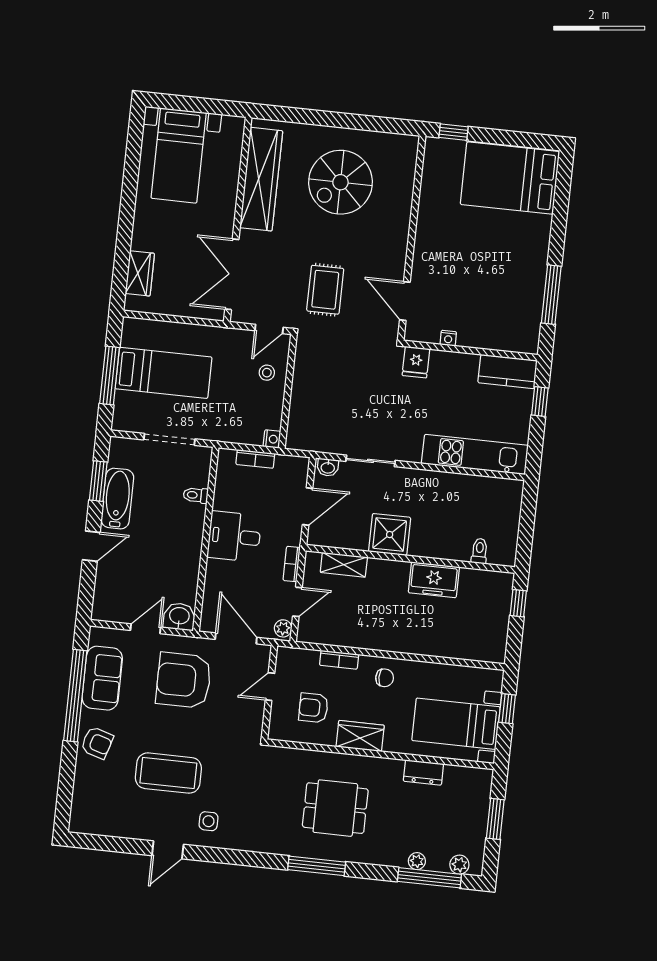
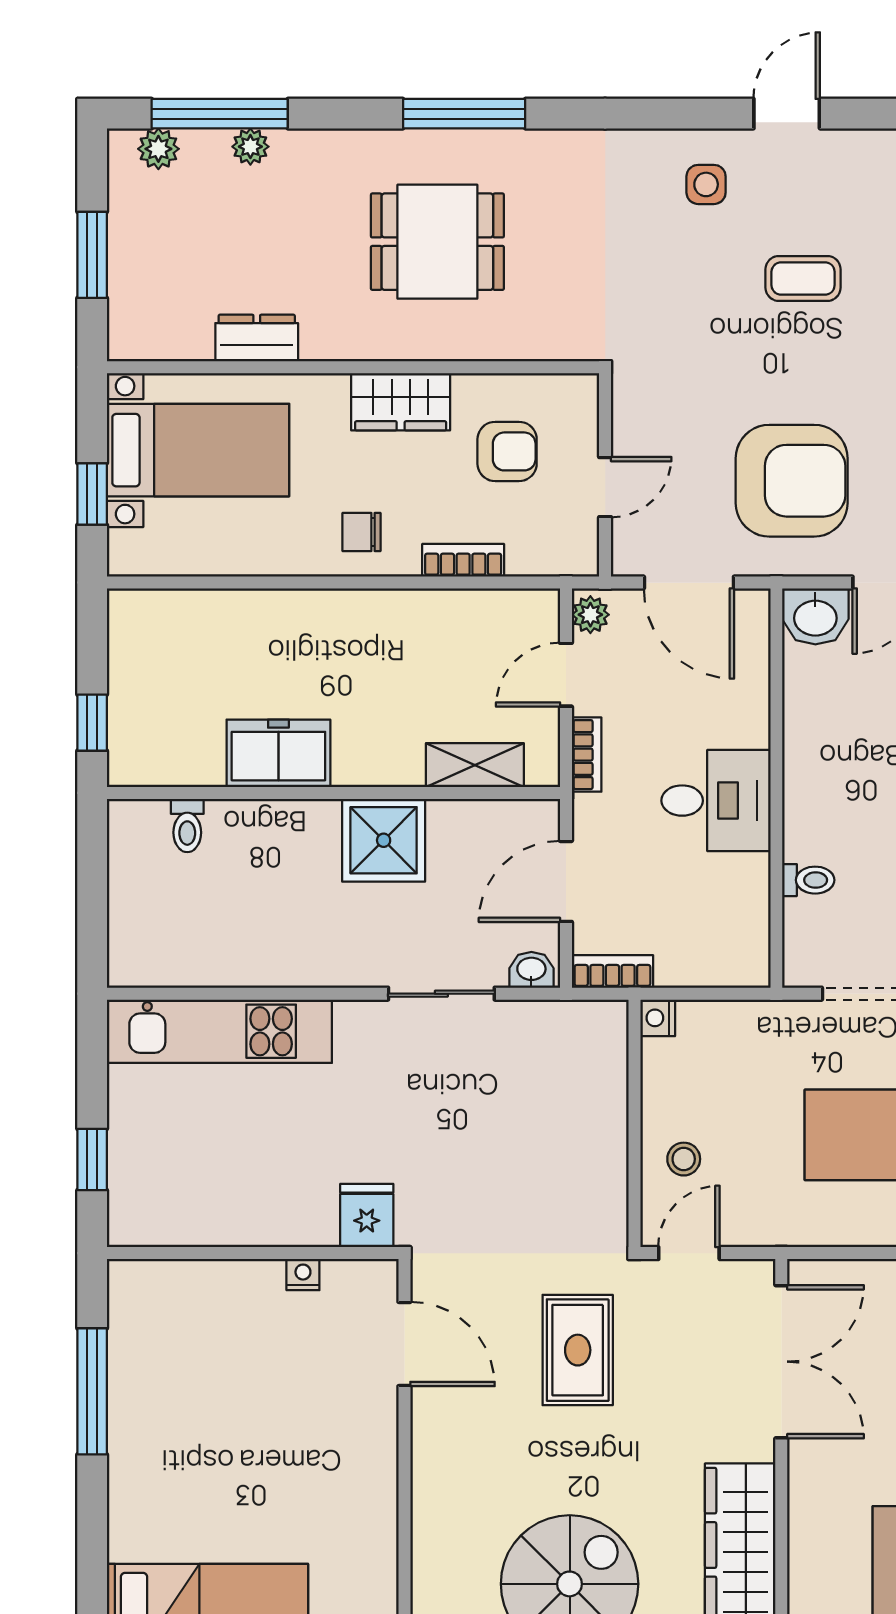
kitchen counter: (508, 372) -> (168, 1217), removed
bookcase: (255, 459) -> (612, 971), moved
coffee table: (168, 773) -> (803, 278), width x0.54, depth x0.58

